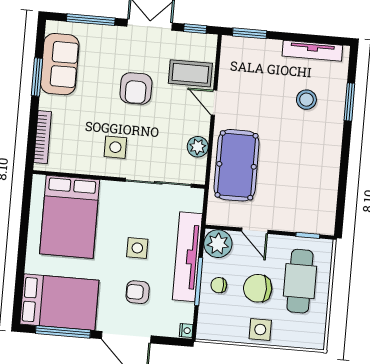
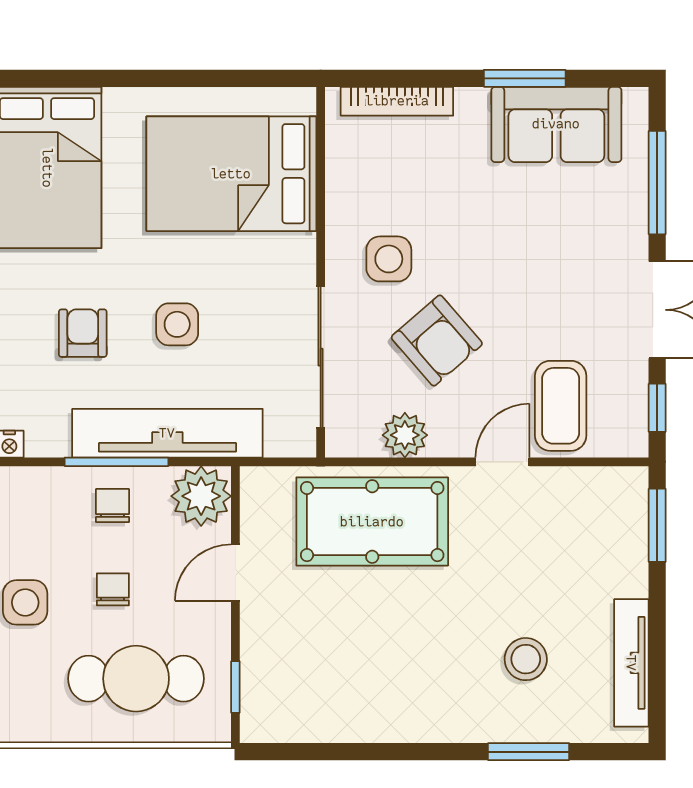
armchair: (136, 88) -> (437, 341), moved, turned -131
chair: (258, 288) -> (113, 589), width x0.54, depth x0.54

